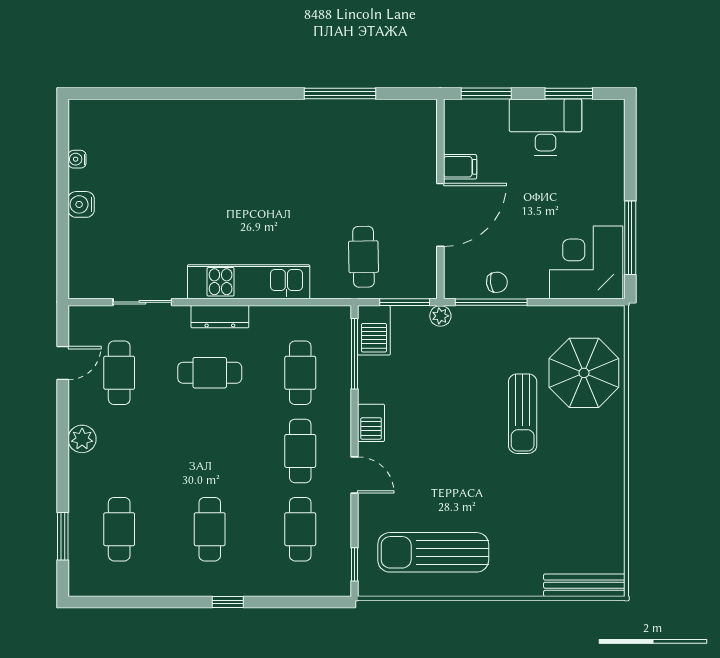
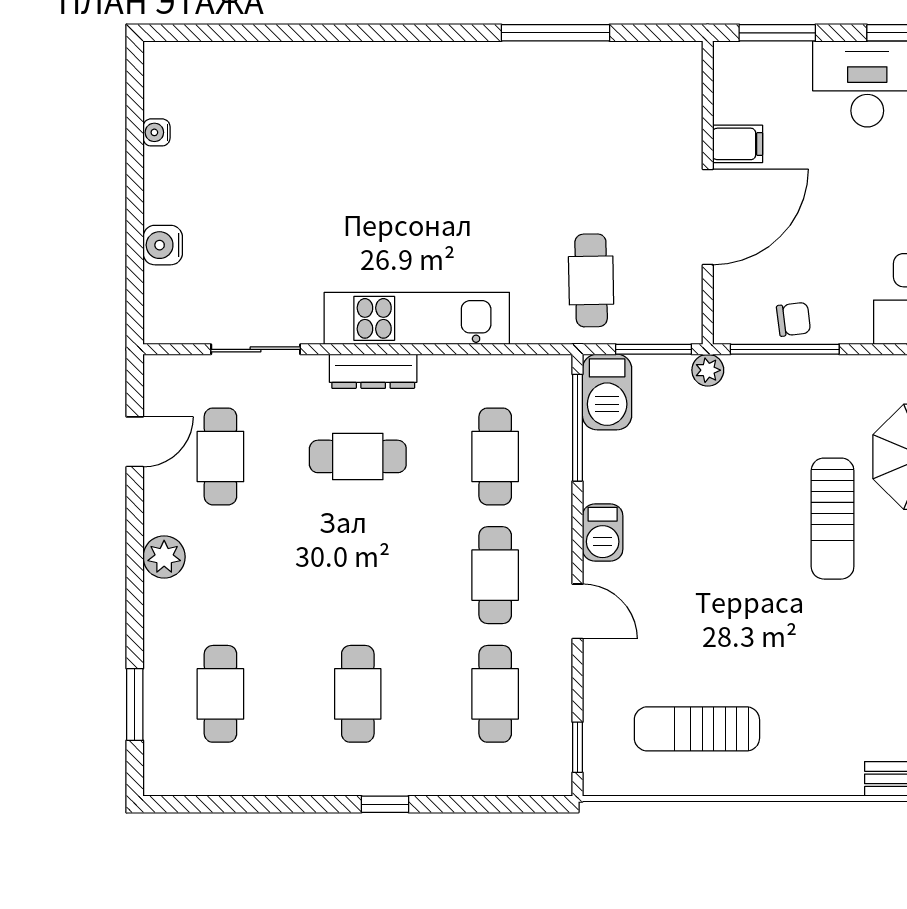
water cooler: (81, 204) -> (163, 245), moved
sun lounger: (433, 552) -> (697, 729), width x0.73, depth x0.75

